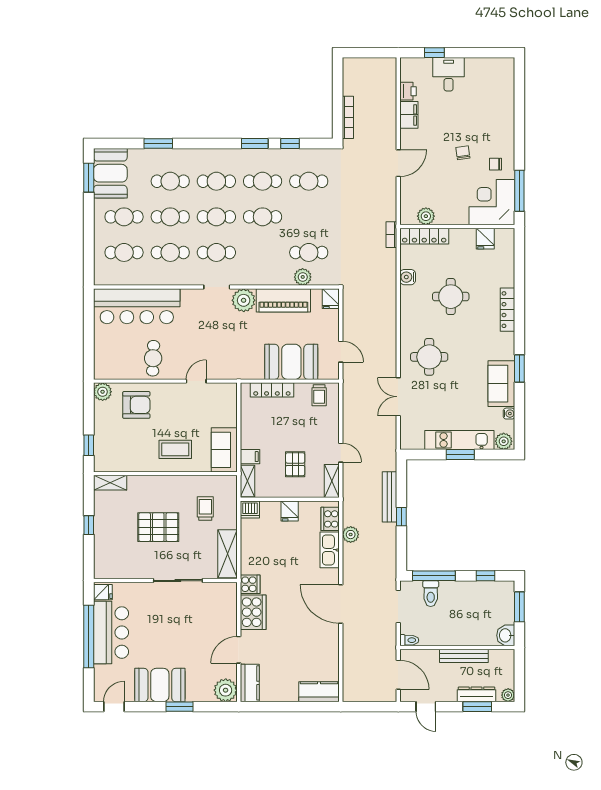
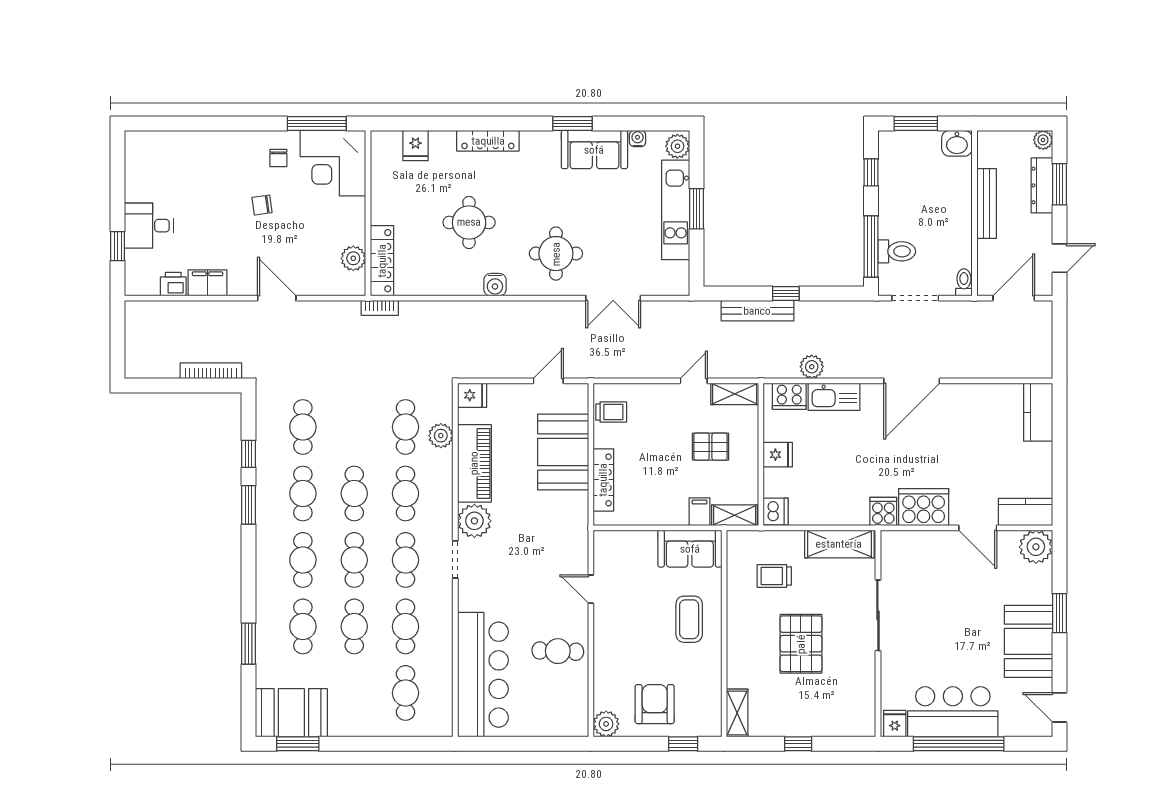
cafe table: (124, 217) -> (406, 493), moved
fridge: (485, 239) -> (415, 146), moved, turned 90
water cooler: (408, 277) -> (495, 285), moved
armchair: (136, 405) -> (655, 704), moved

